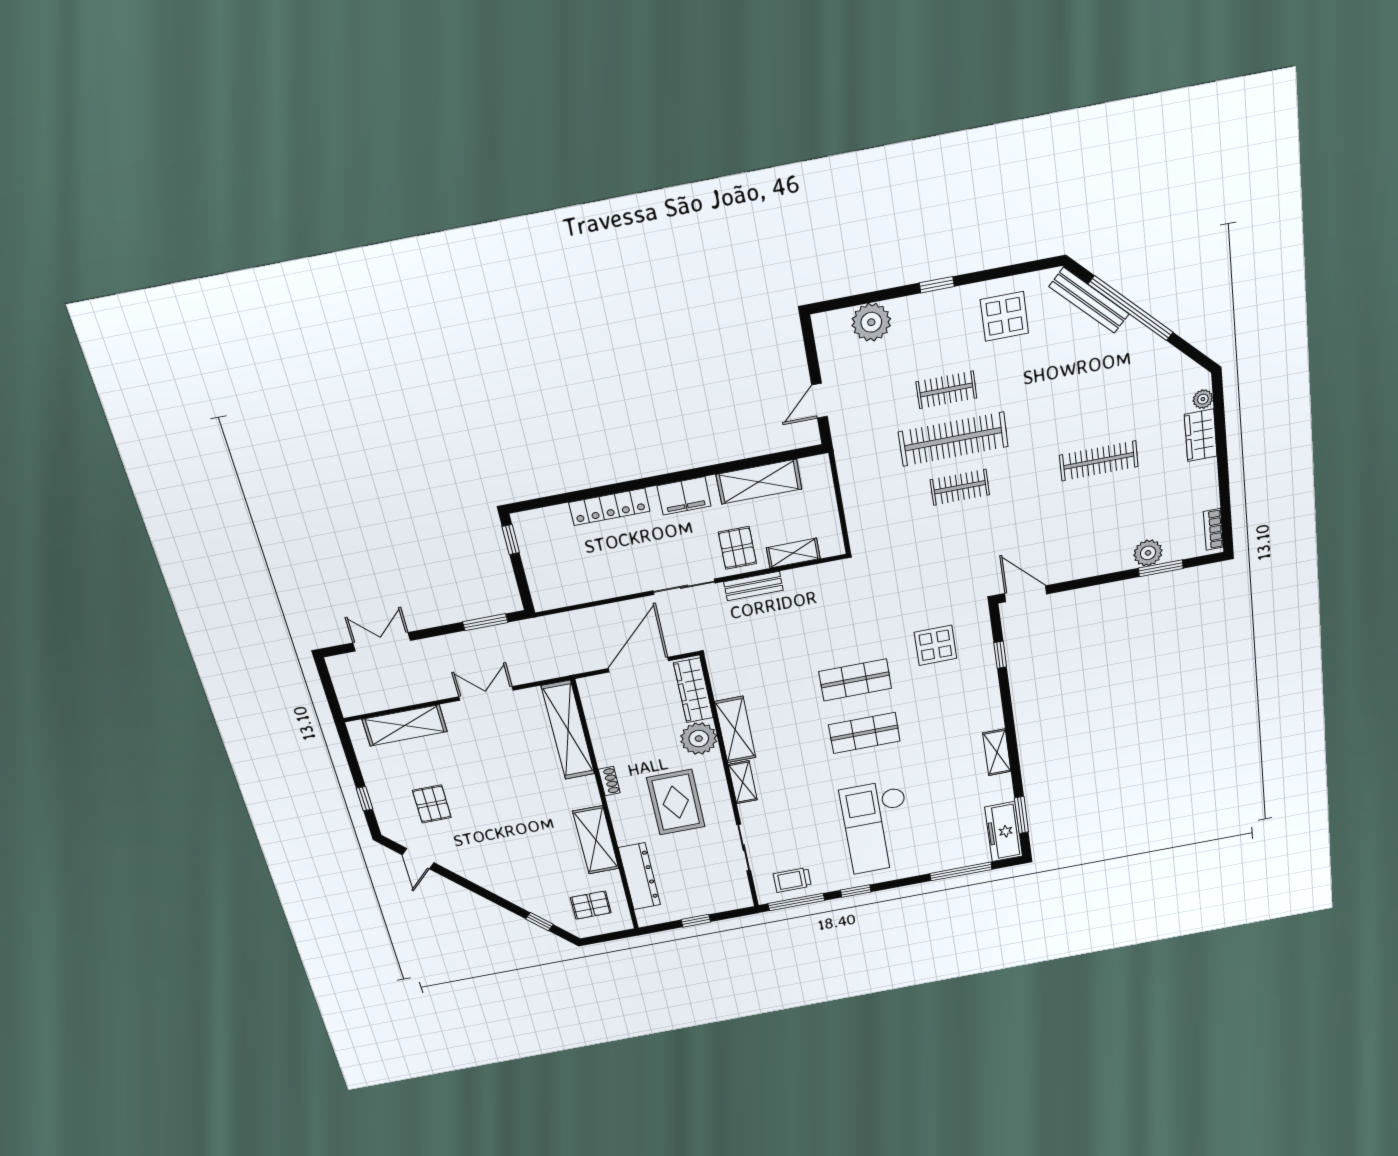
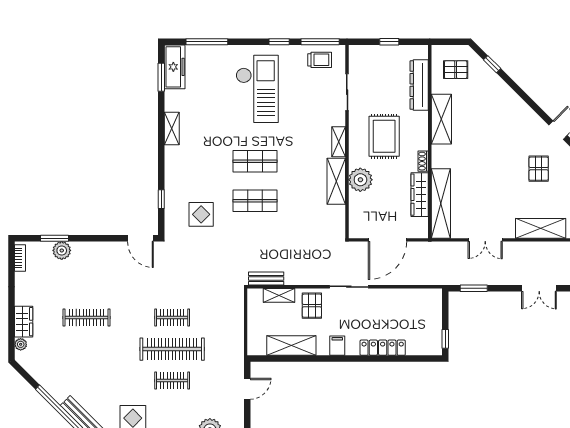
filing cabinet: (684, 496) -> (337, 346), width x0.50
bench: (753, 586) -> (266, 278), moved
wardrobe: (693, 690) -> (420, 195), moved, turned 180

